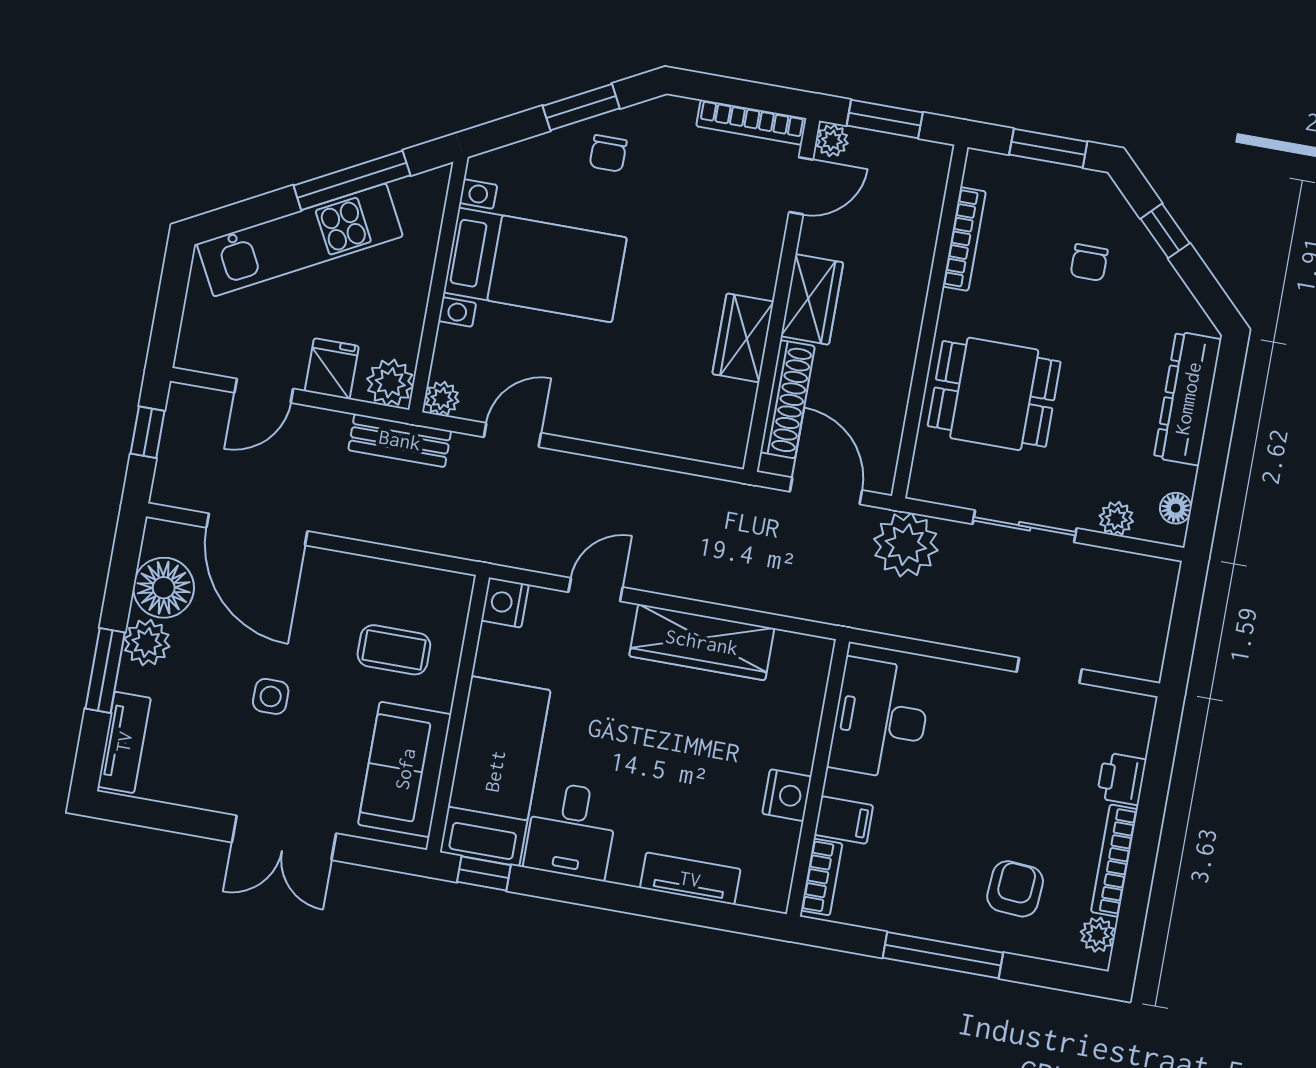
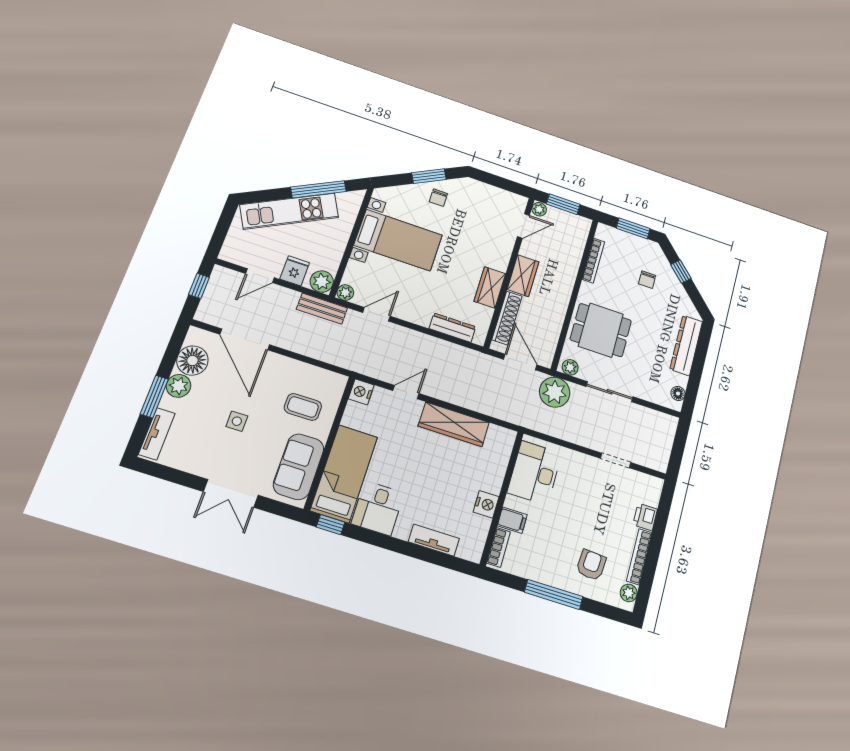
bookcase: (751, 122) -> (504, 196), removed
dresser: (674, 439) -> (452, 328), added
plant: (1116, 519) -> (570, 367), moved

